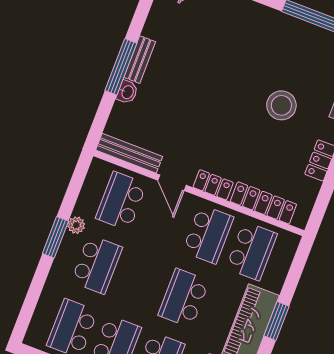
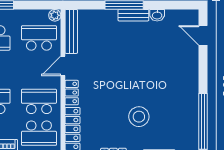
washbasin: (127, 92) -> (157, 15), moved
plant: (76, 225) -> (55, 15), moved
school desk: (208, 234) -> (39, 101), turned 180

